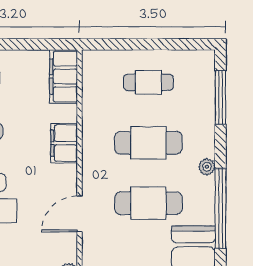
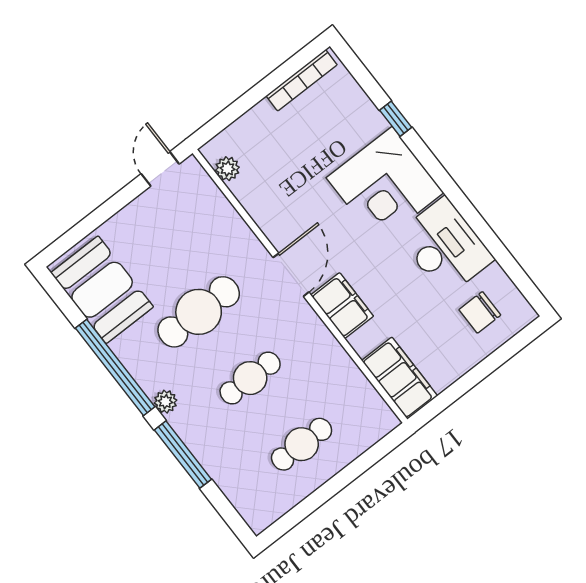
window: (220, 97) -> (183, 455), moved
cafe table: (148, 143) -> (250, 378), width x0.73, depth x0.74
door: (79, 214) -> (291, 275), moved

